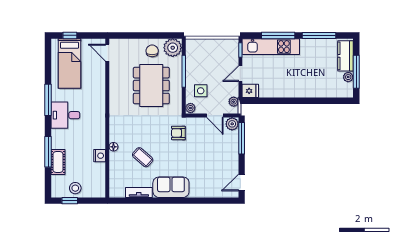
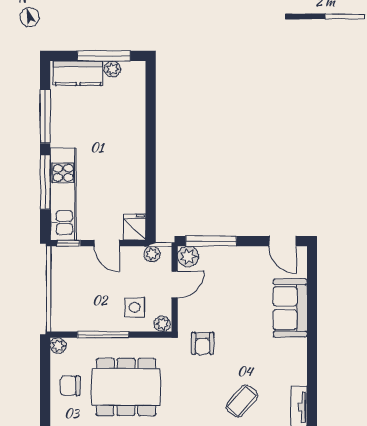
plant: (173, 48) -> (58, 346), width x0.53, depth x0.53
sofa: (171, 187) -> (290, 308), moved

